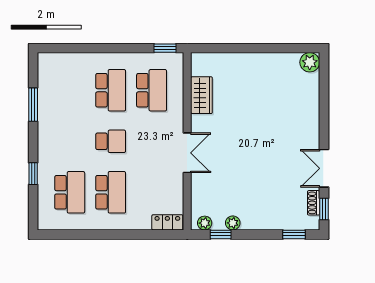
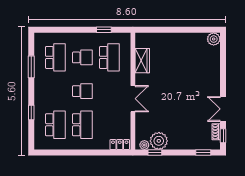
window: (165, 48) -> (104, 30), moved
school desk: (70, 90) -> (55, 57), added
school desk: (111, 90) -> (82, 57), width x0.54
plant: (233, 223) -> (159, 141), width x1.87, depth x1.87

